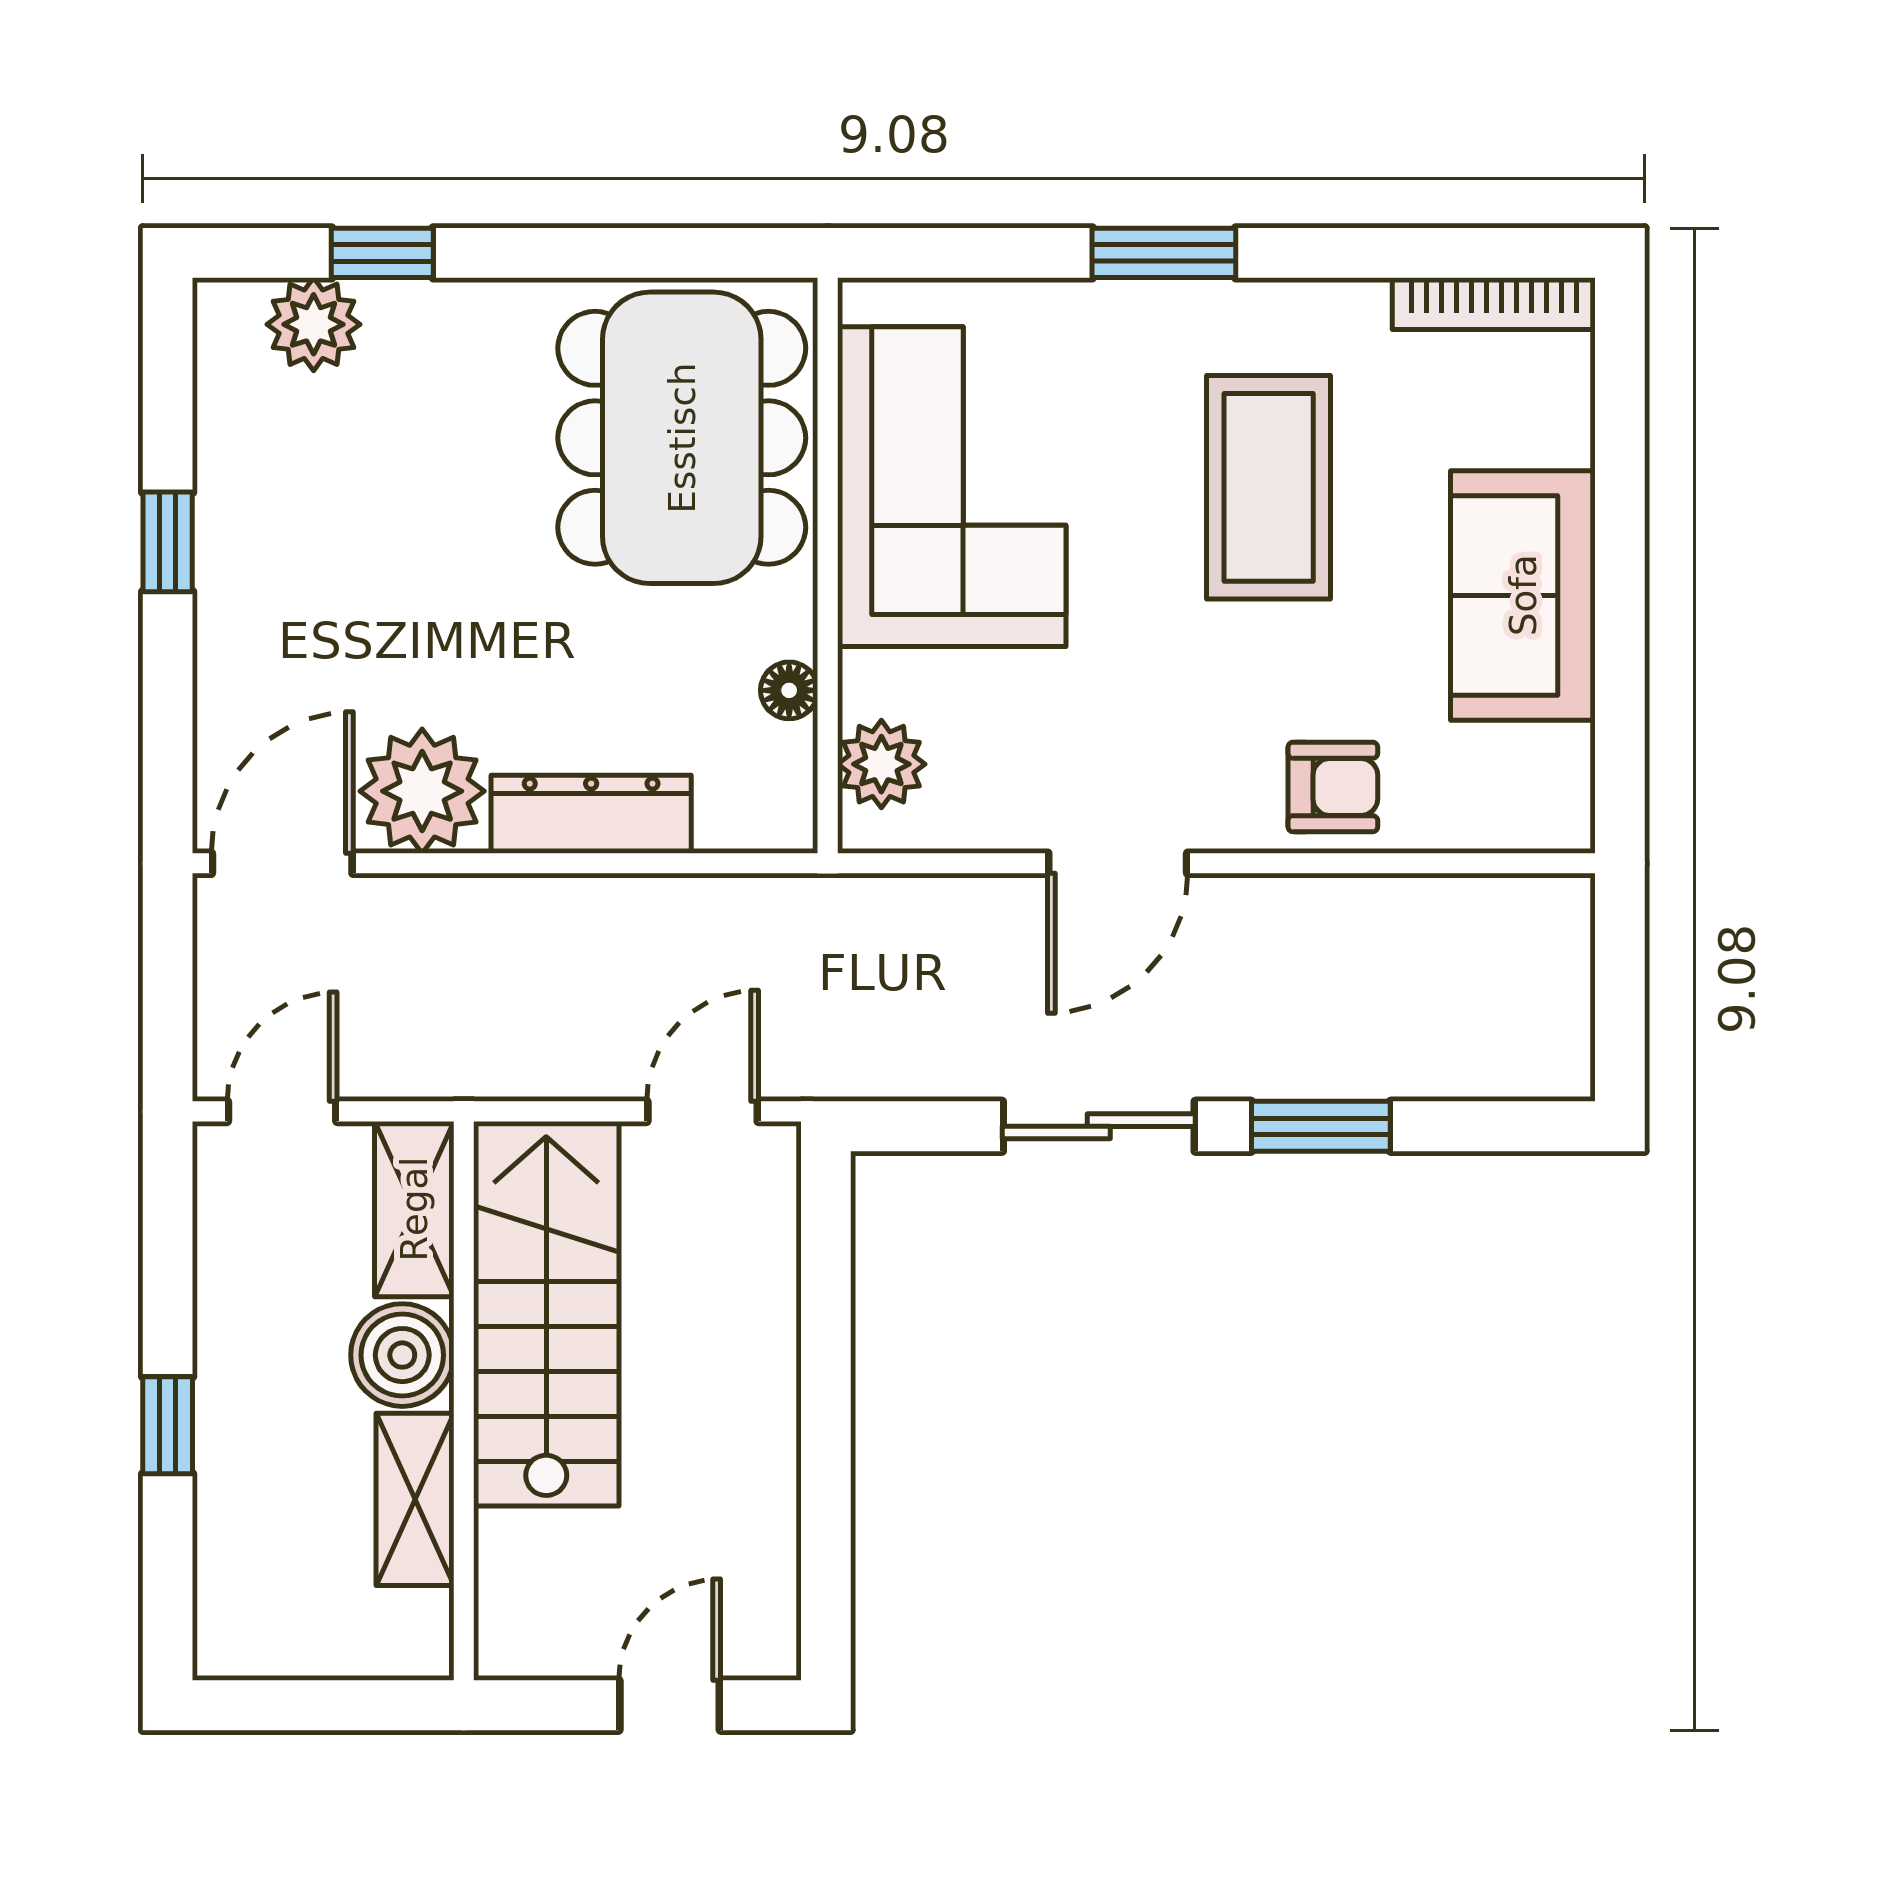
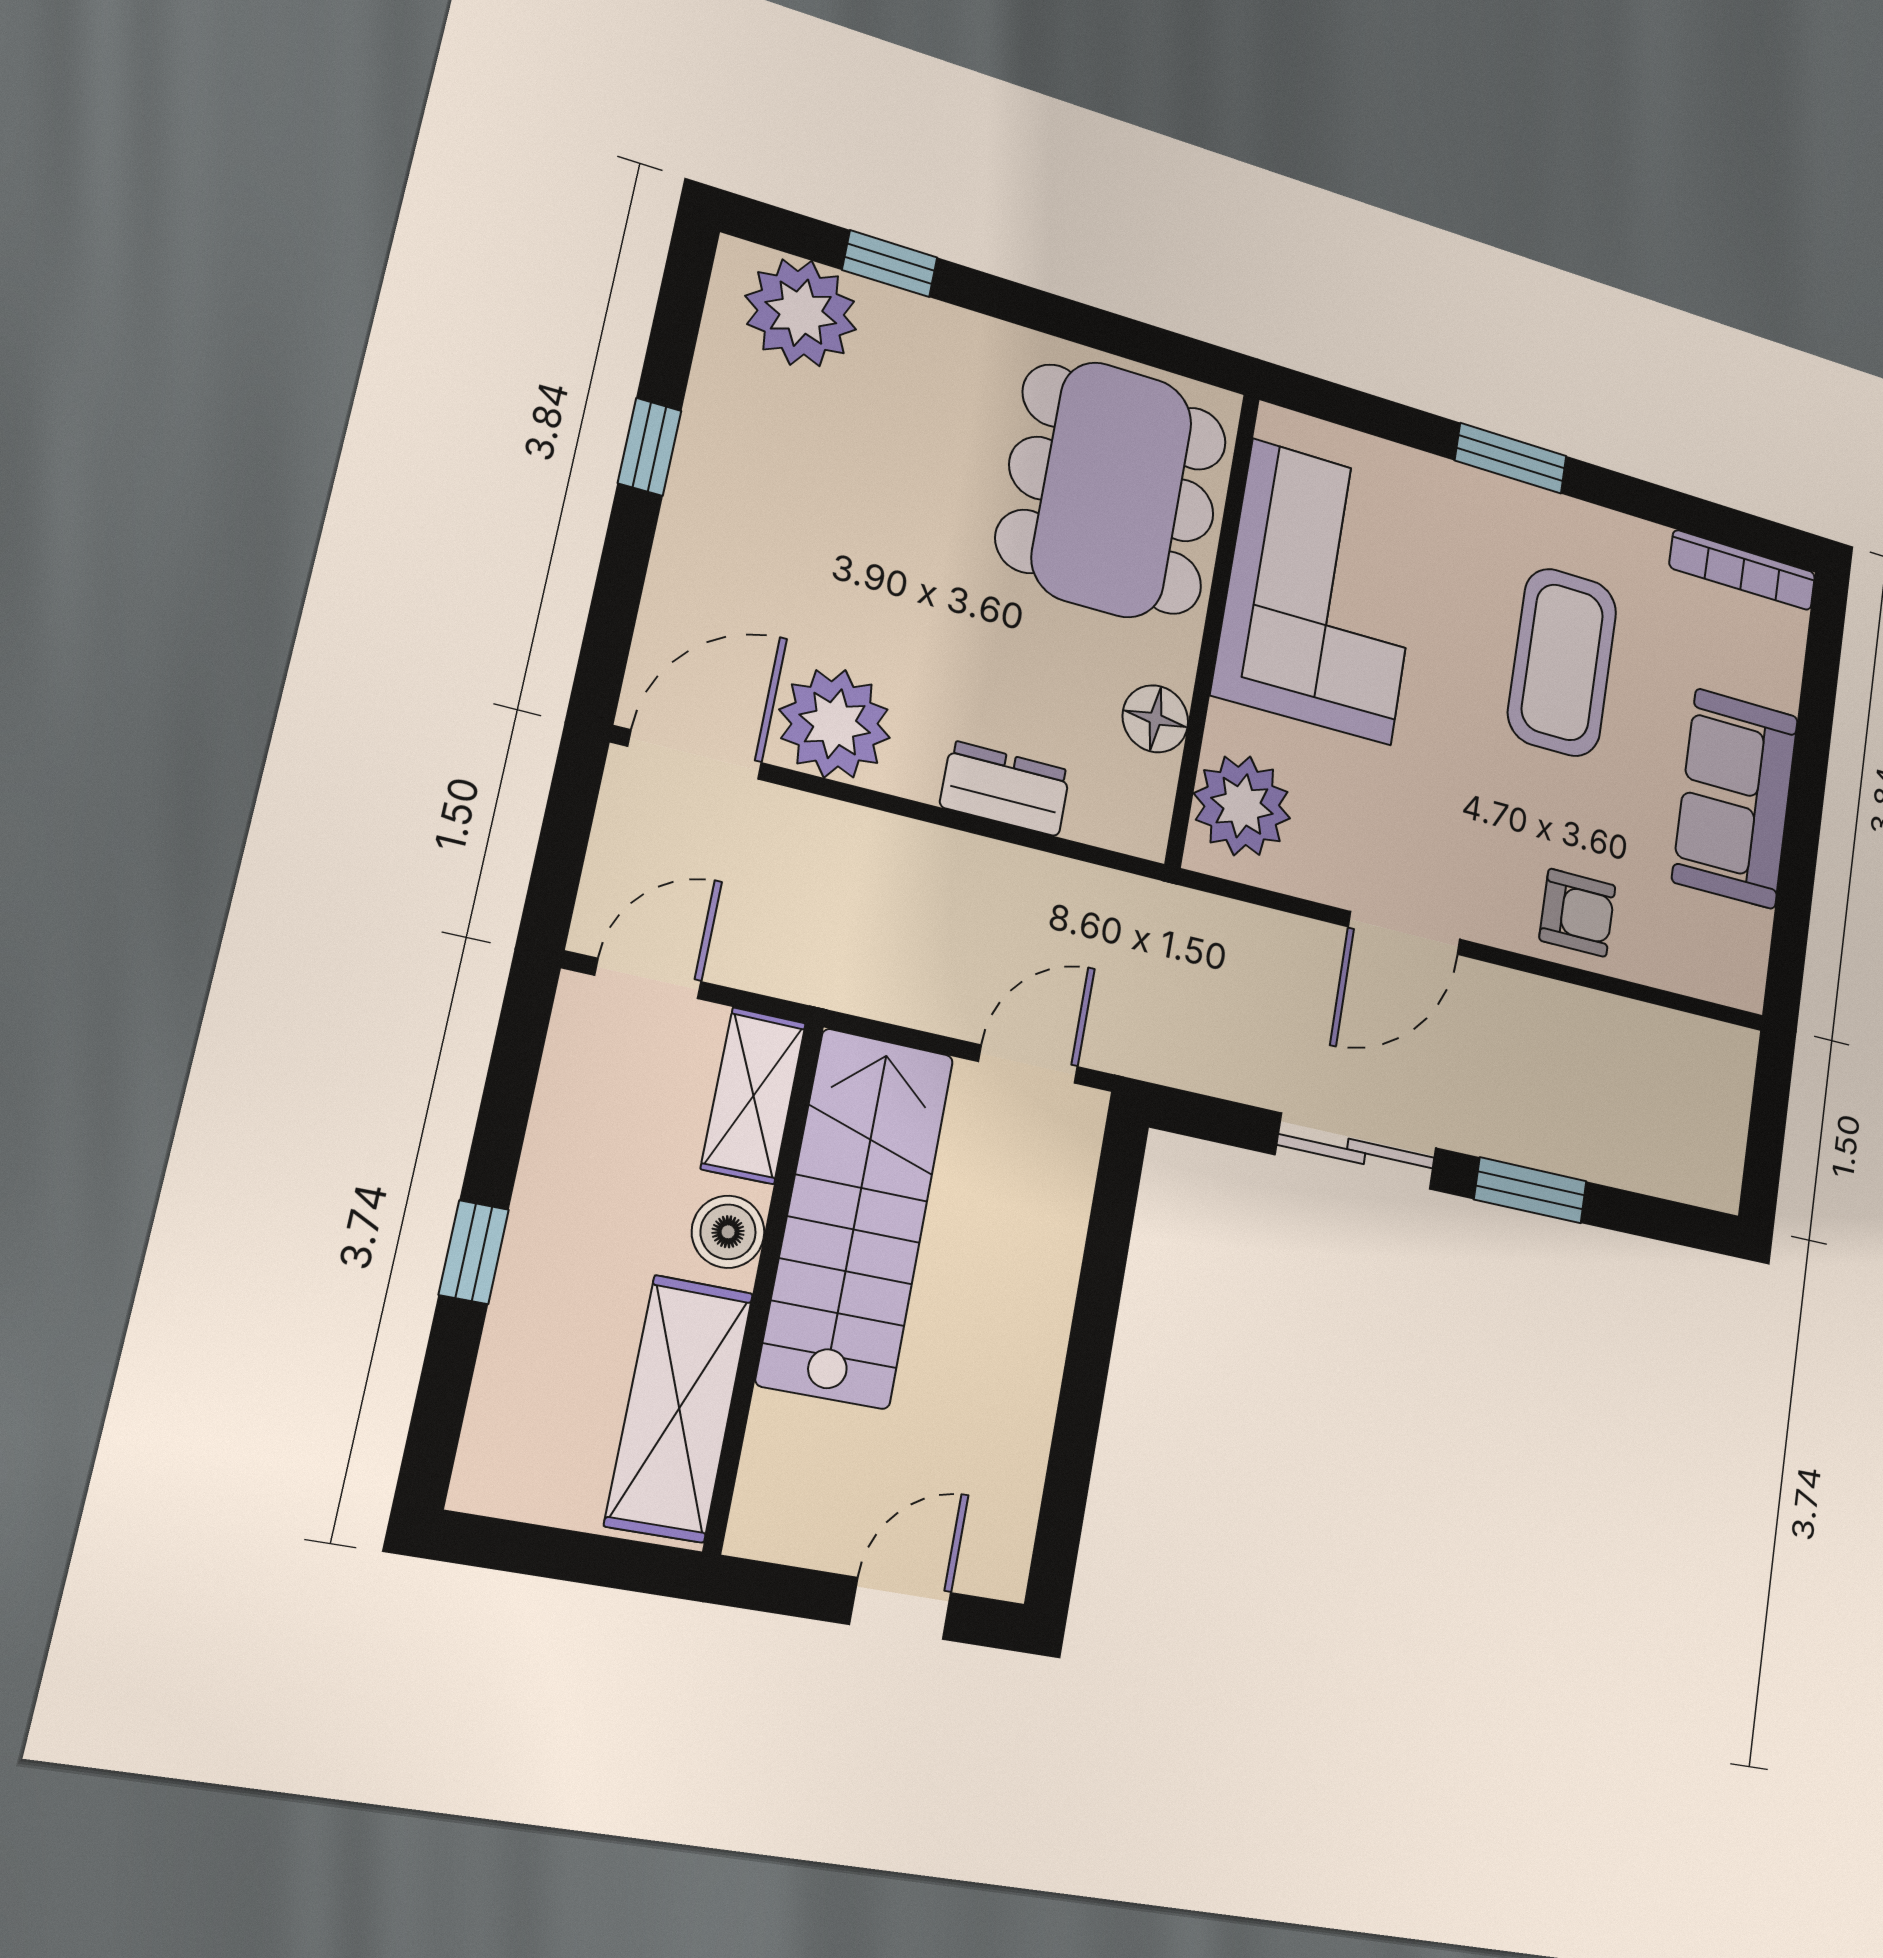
plant: (314, 324) -> (801, 313), width x1.36, depth x1.36
floor lamp: (789, 690) -> (1155, 719), width x1.37, depth x1.37
plant: (881, 764) -> (1242, 806), width x1.36, depth x1.36
dresser: (591, 814) -> (1005, 789), width x0.70
boiler: (402, 1355) -> (728, 1232), width x0.73, depth x0.73
shelving: (415, 1499) -> (679, 1408), width x1.50, depth x1.33

